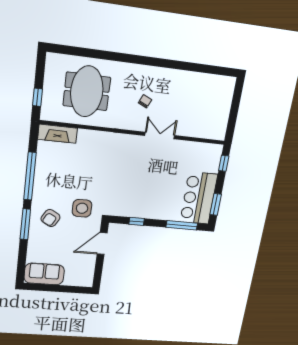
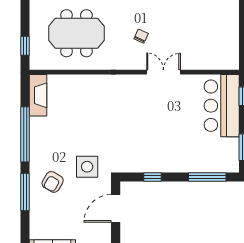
meeting table: (87, 91) -> (76, 33), turned 90
fireplace: (58, 134) -> (38, 95), moved, turned -90
bar counter: (199, 198) -> (222, 106), moved

